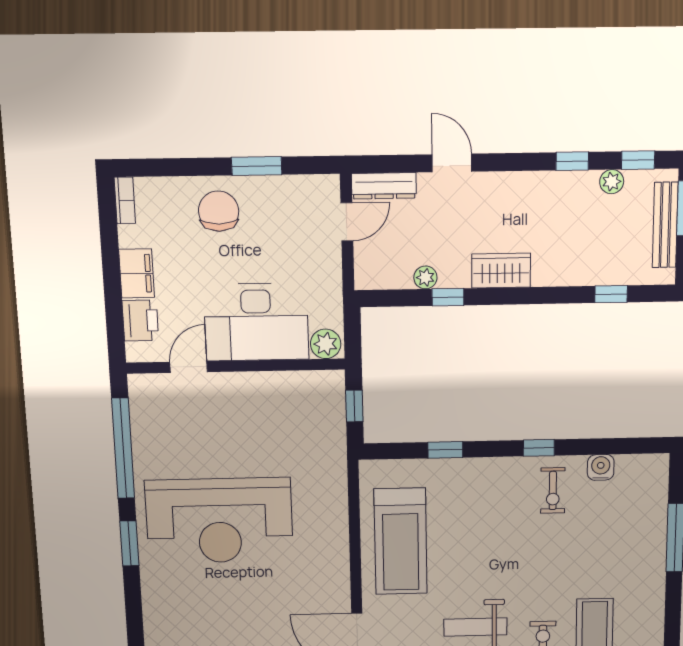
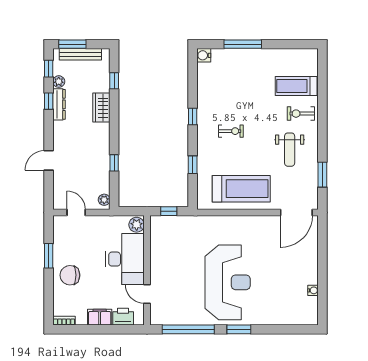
dresser: (384, 186) -> (59, 104), moved
wardrobe: (501, 271) -> (101, 108), moved
plant: (425, 277) -> (104, 200), moved
water cooler: (601, 467) -> (204, 55), moved
exercise bike: (553, 490) -> (231, 131), moved

